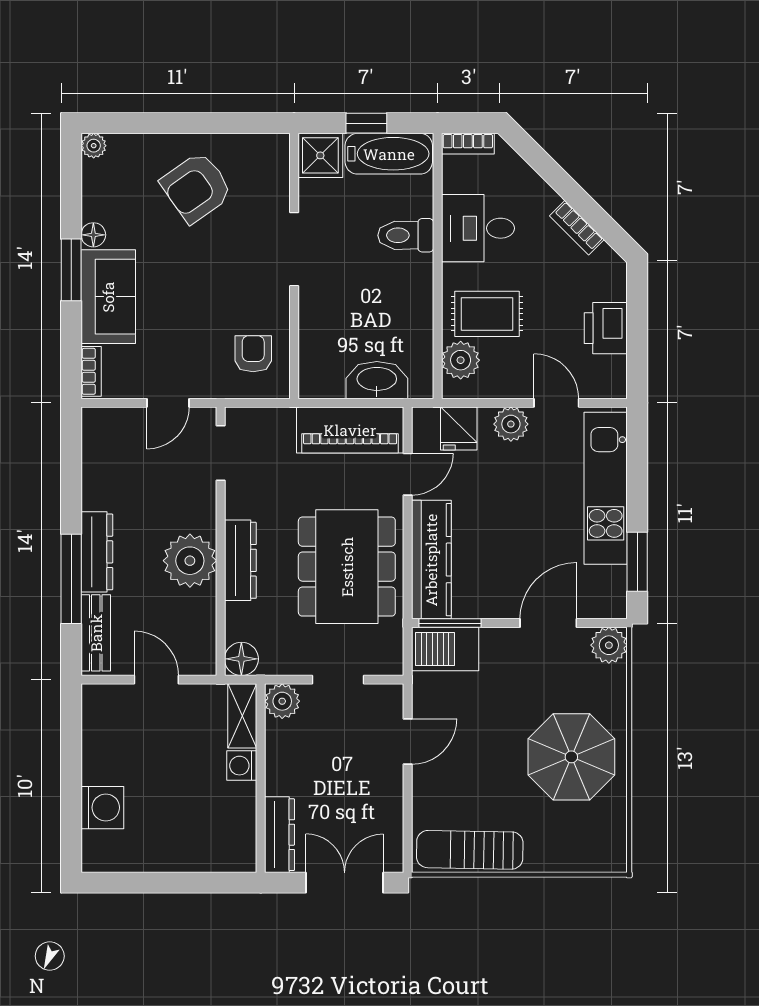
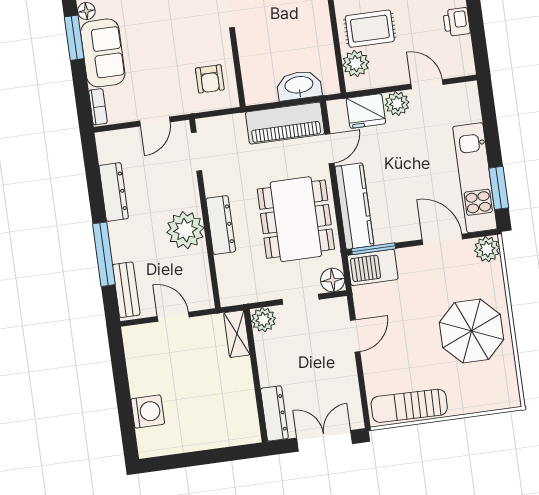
printer: (606, 328) -> (457, 22), width x0.73, depth x0.81
armchair: (253, 354) -> (210, 79), turned 180
fridge: (459, 428) -> (366, 111), width x1.38
kitchen unit: (606, 488) -> (475, 178), moved
dresser: (97, 552) -> (114, 192), moved
door: (548, 623) -> (442, 239), hinge flipped
floor lamp: (241, 659) -> (333, 280), moved
washing machine: (242, 766) -> (241, 369), removed

